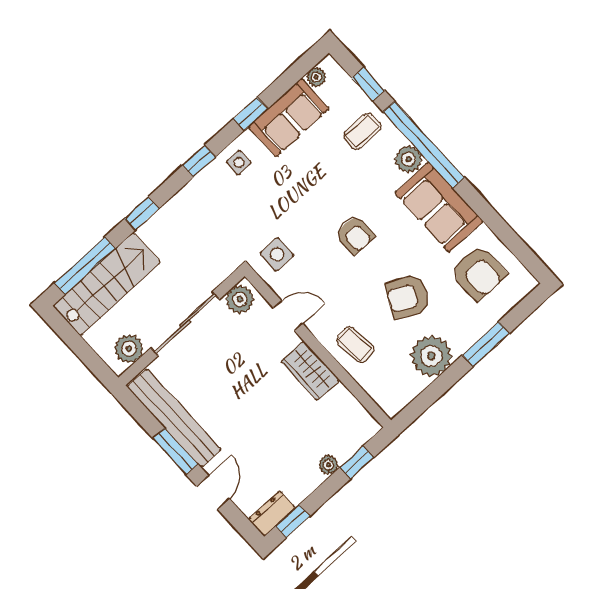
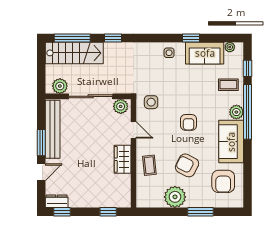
window: (199, 161) -> (154, 38), removed
plant: (328, 465) -> (96, 203), removed

